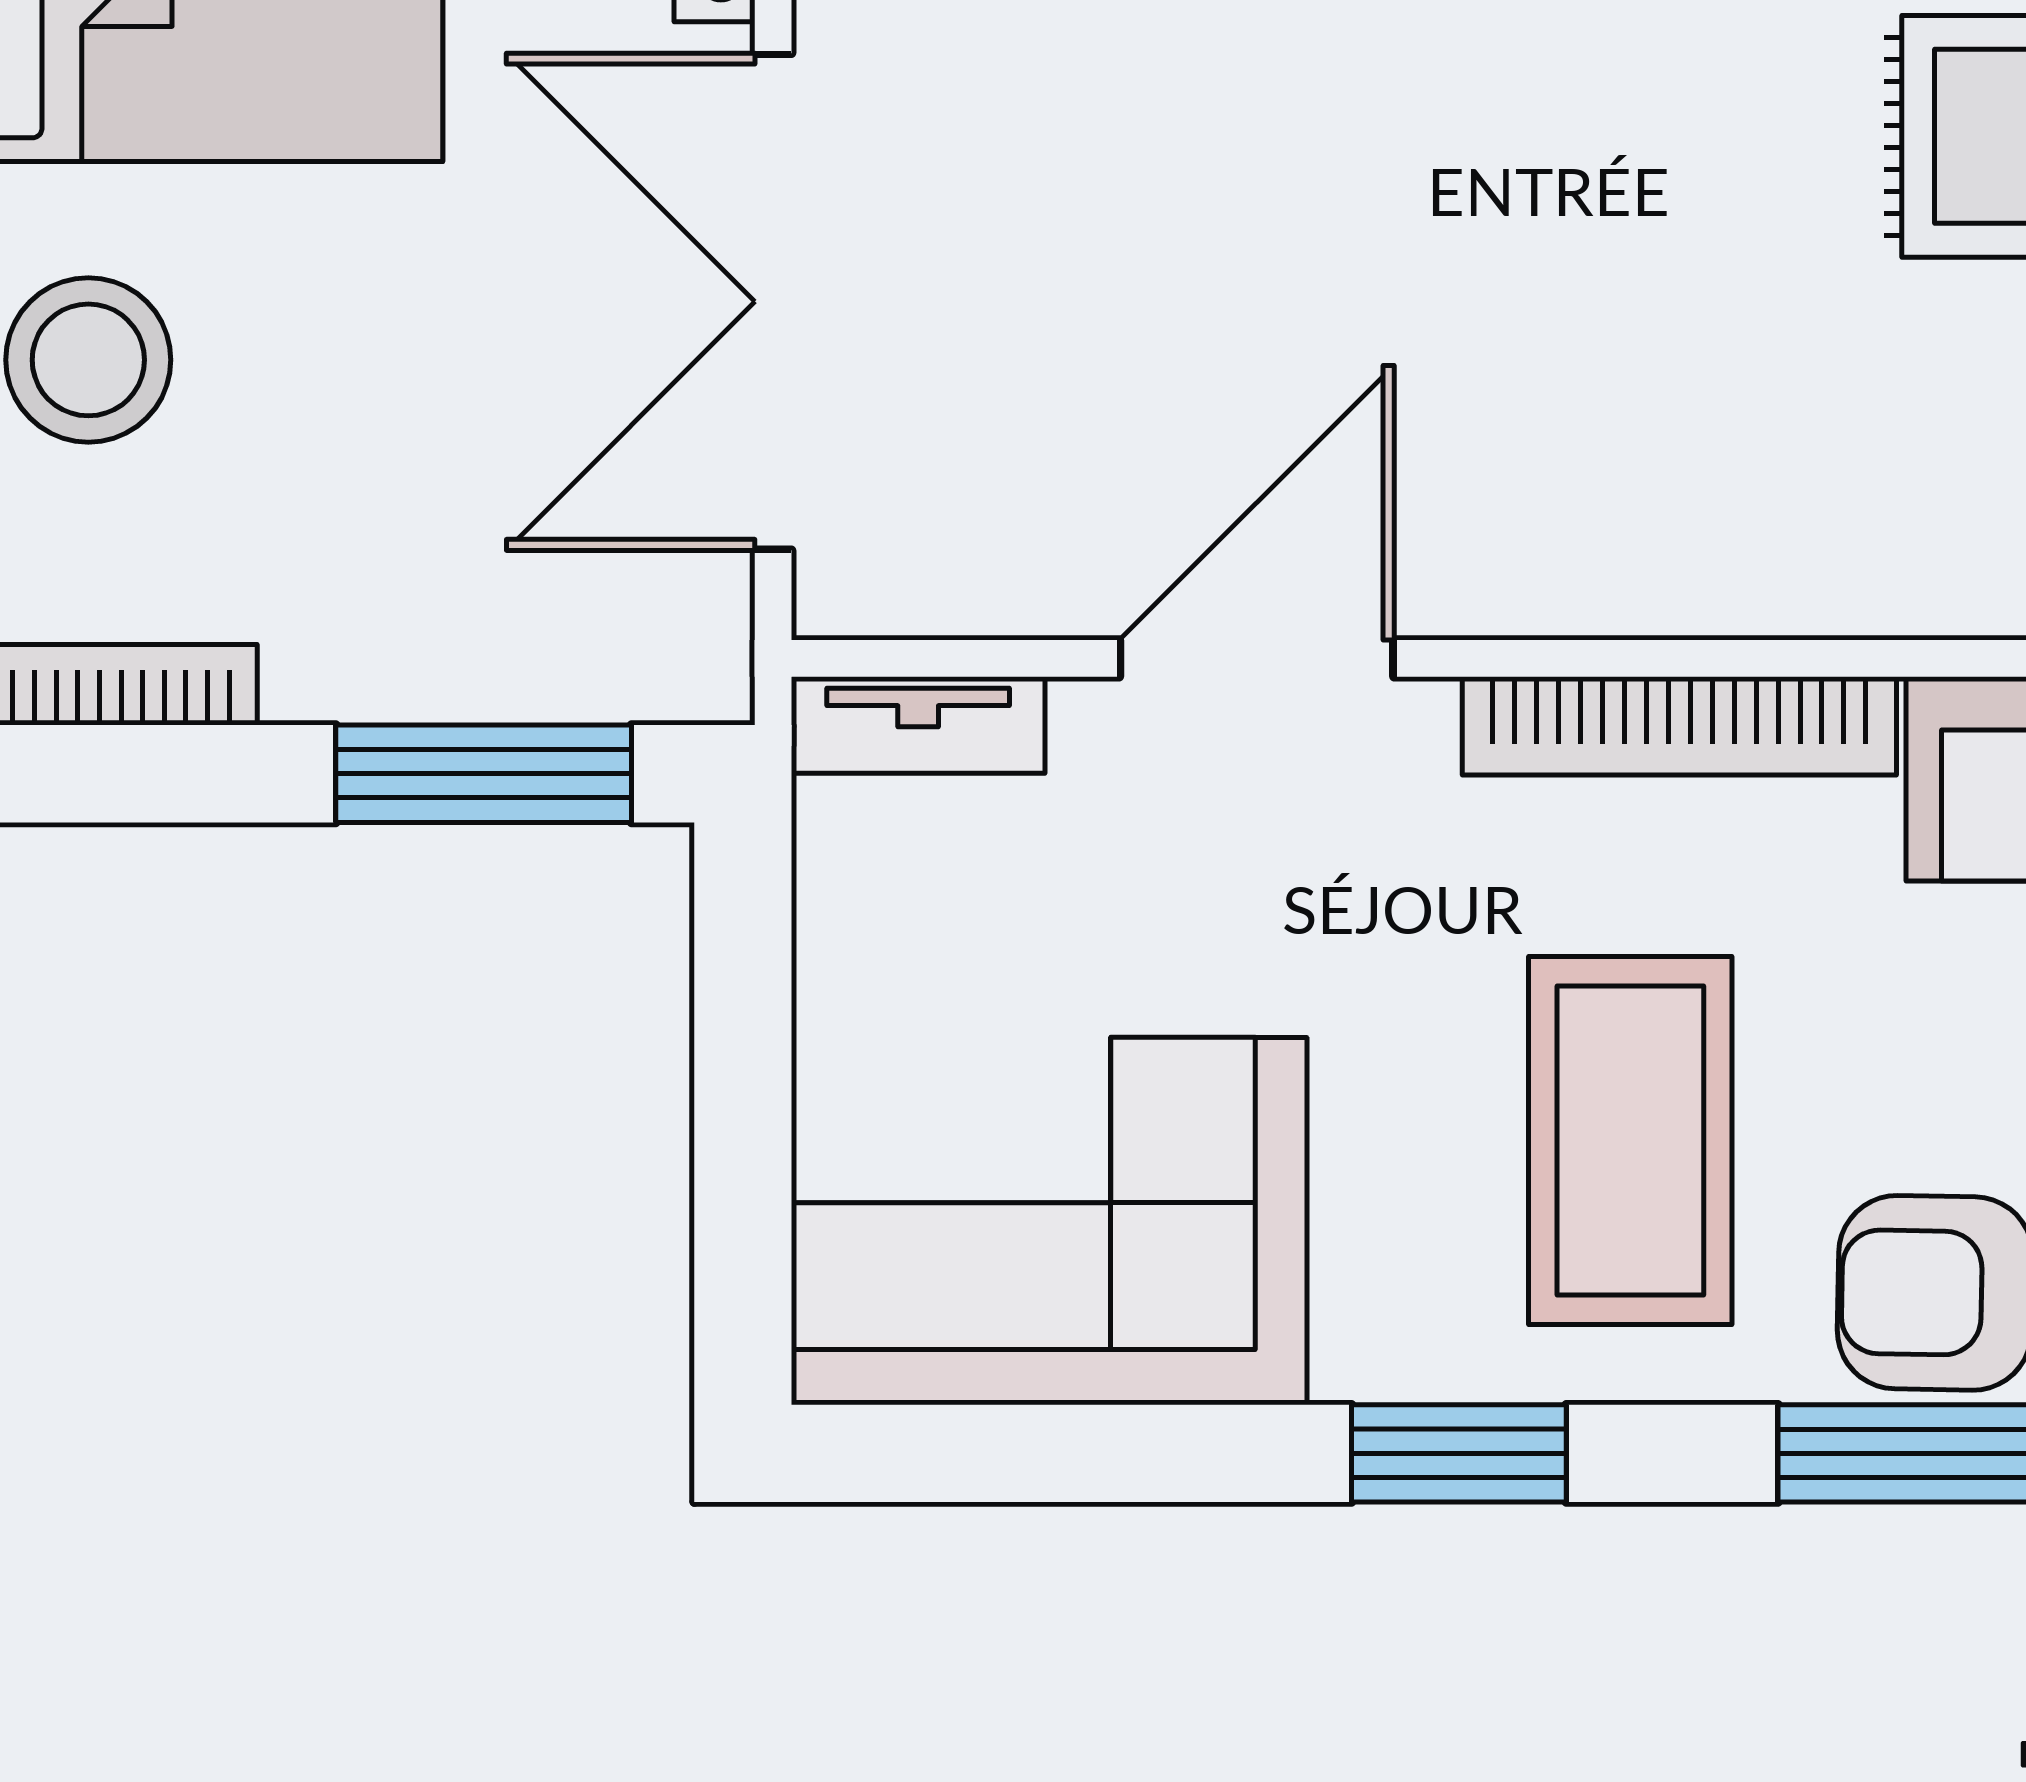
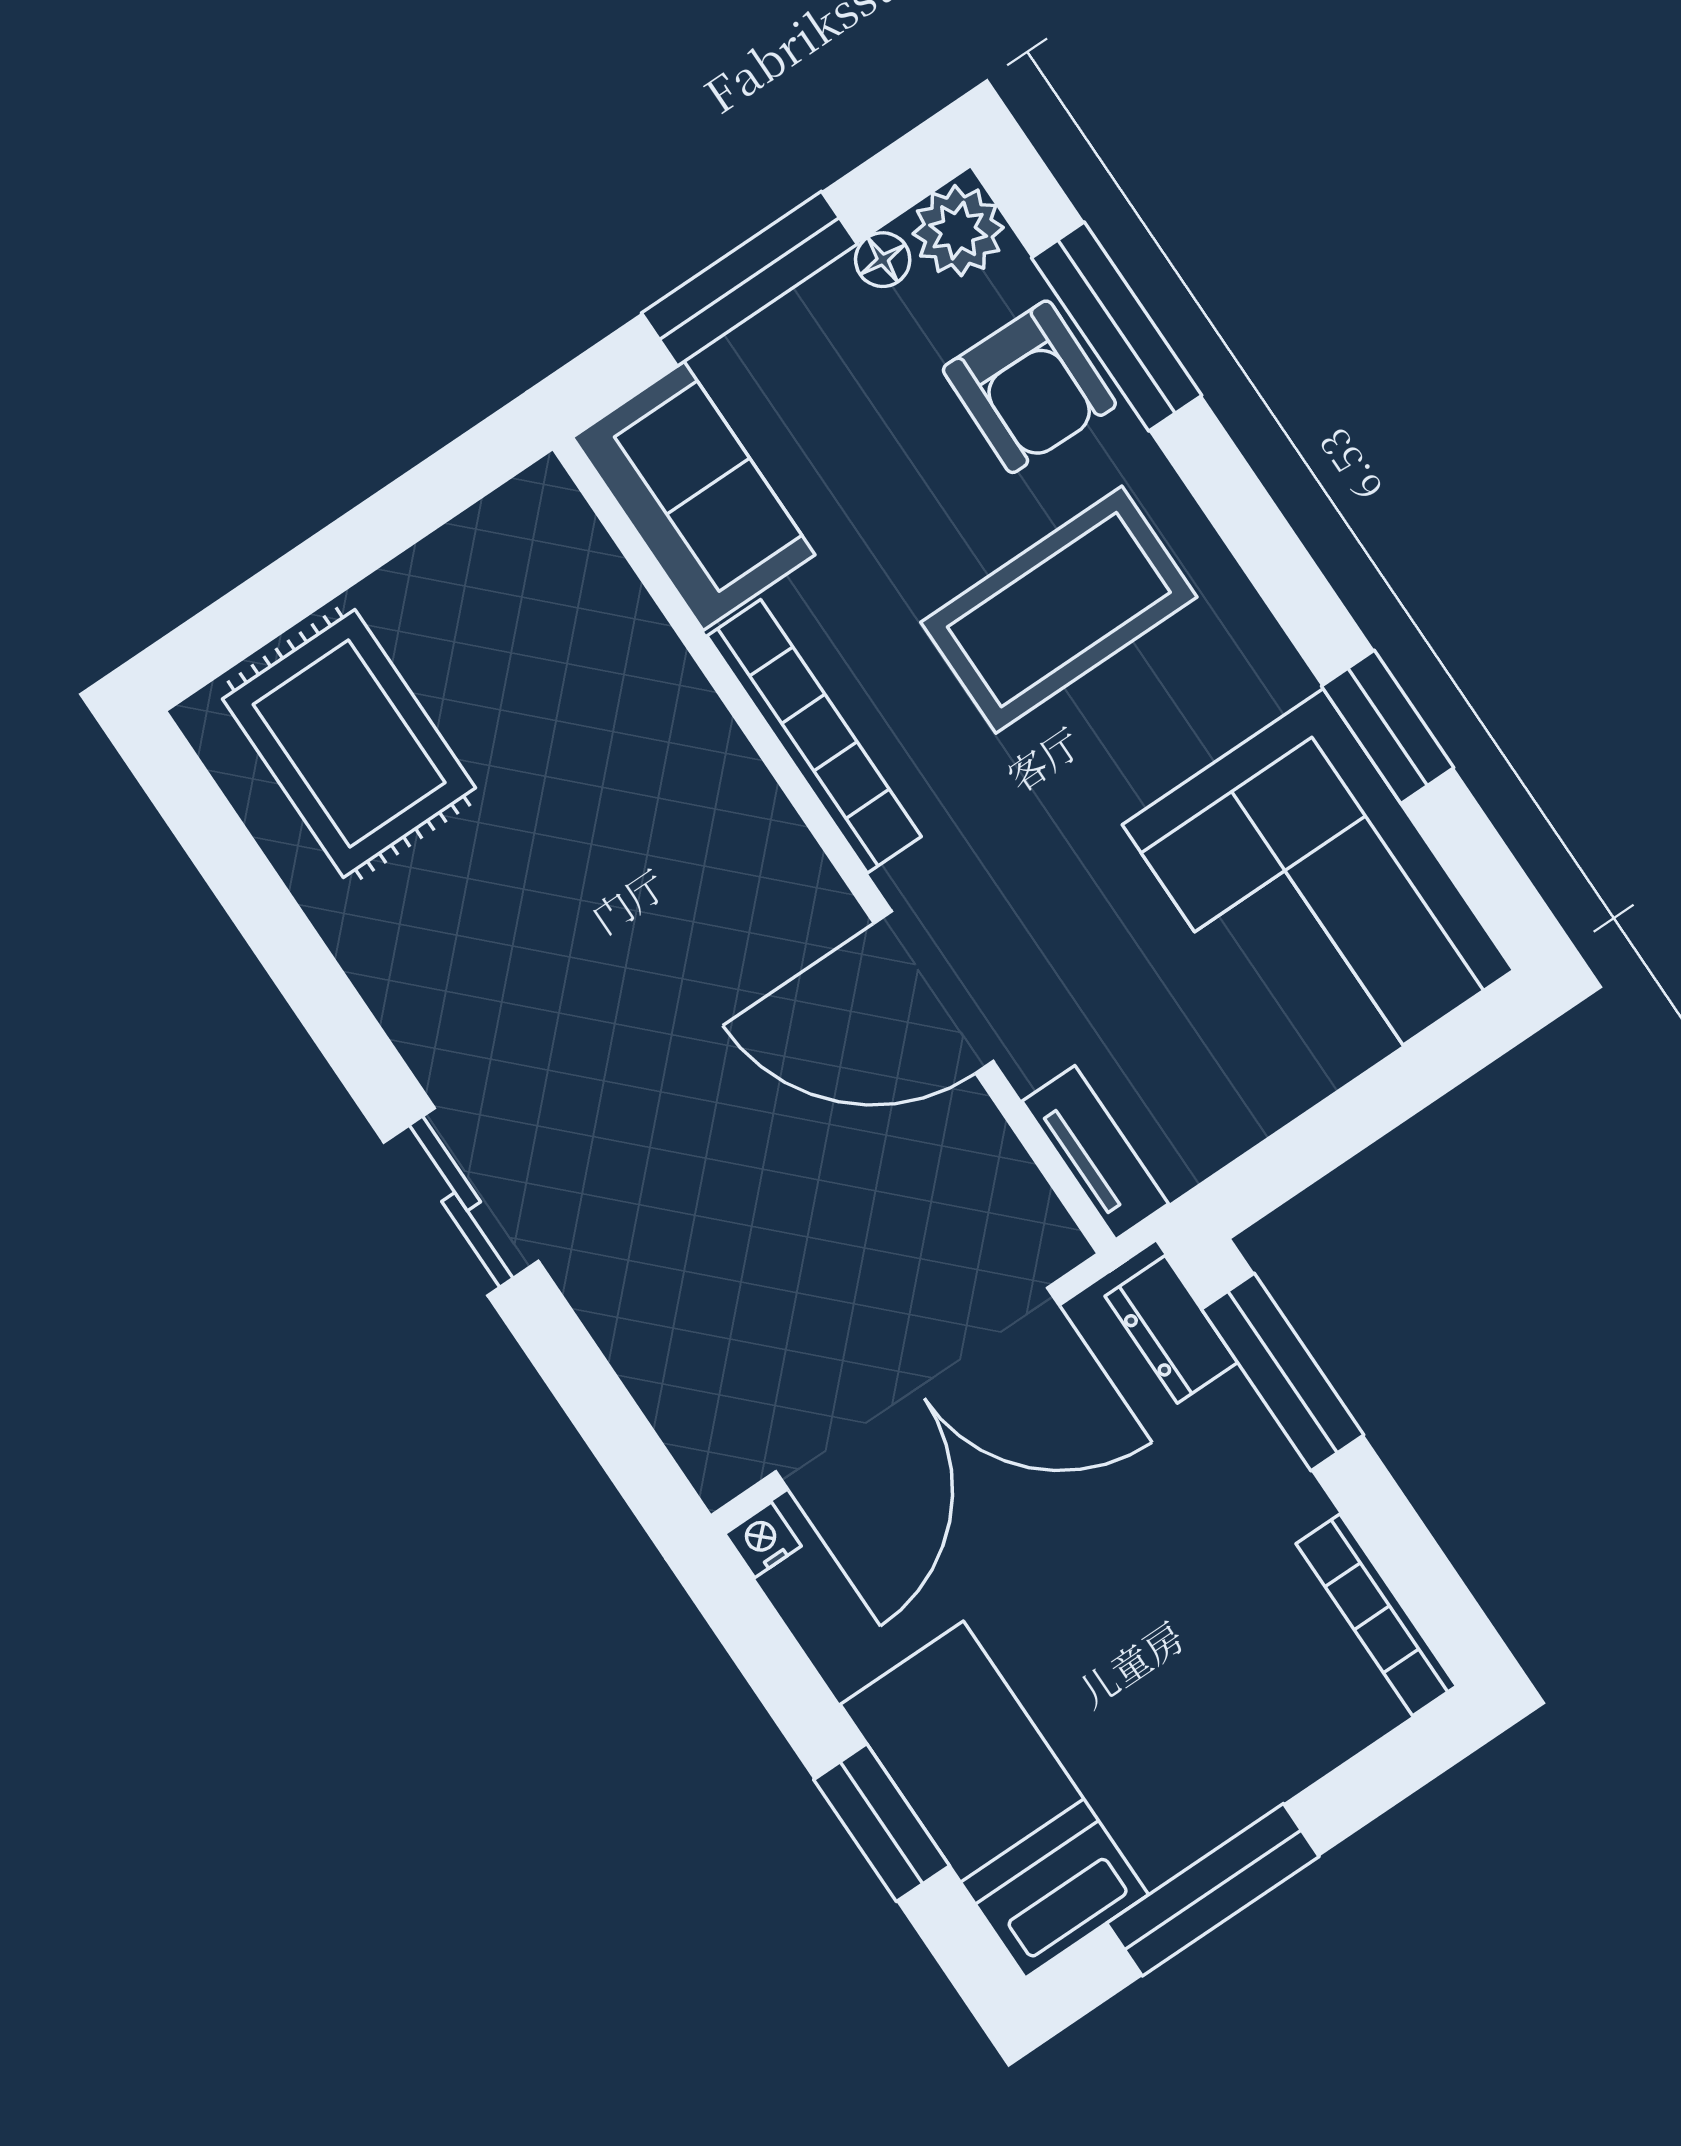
stool: (88, 360) -> (1203, 1741), removed
dresser: (632, 670) -> (1171, 1329), added
window: (1459, 1453) -> (1388, 727), moved

